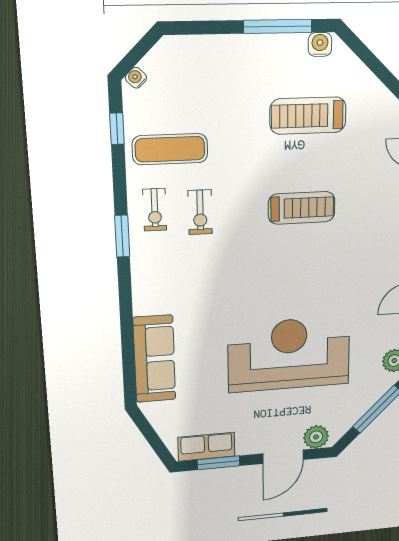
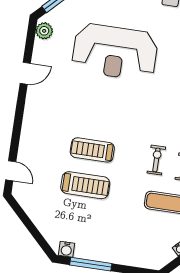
treadmill: (308, 116) -> (85, 185), moved

